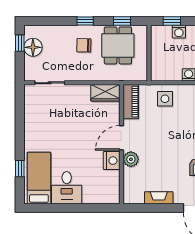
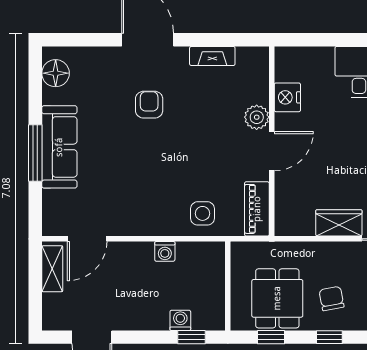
chair: (84, 45) -> (332, 299), turned -102
wardrobe: (105, 93) -> (339, 223), moved
nightstand: (112, 161) -> (287, 97), moved

